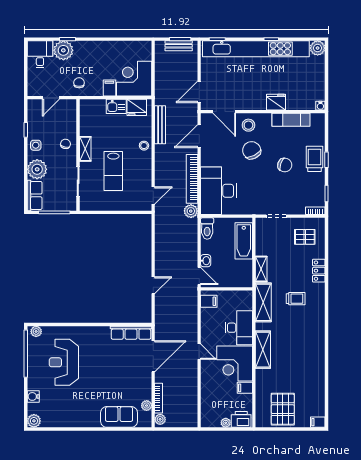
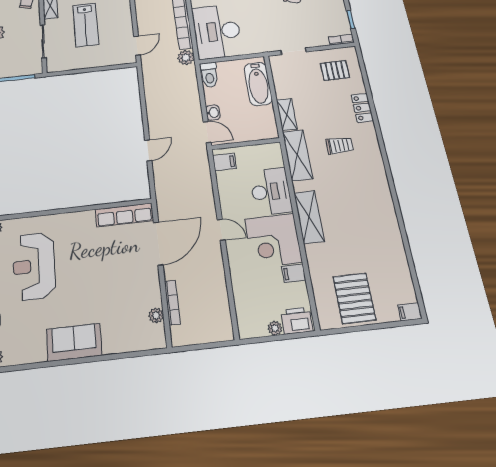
sofa: (119, 417) -> (74, 342), moved
plant: (160, 419) -> (178, 334), removed

